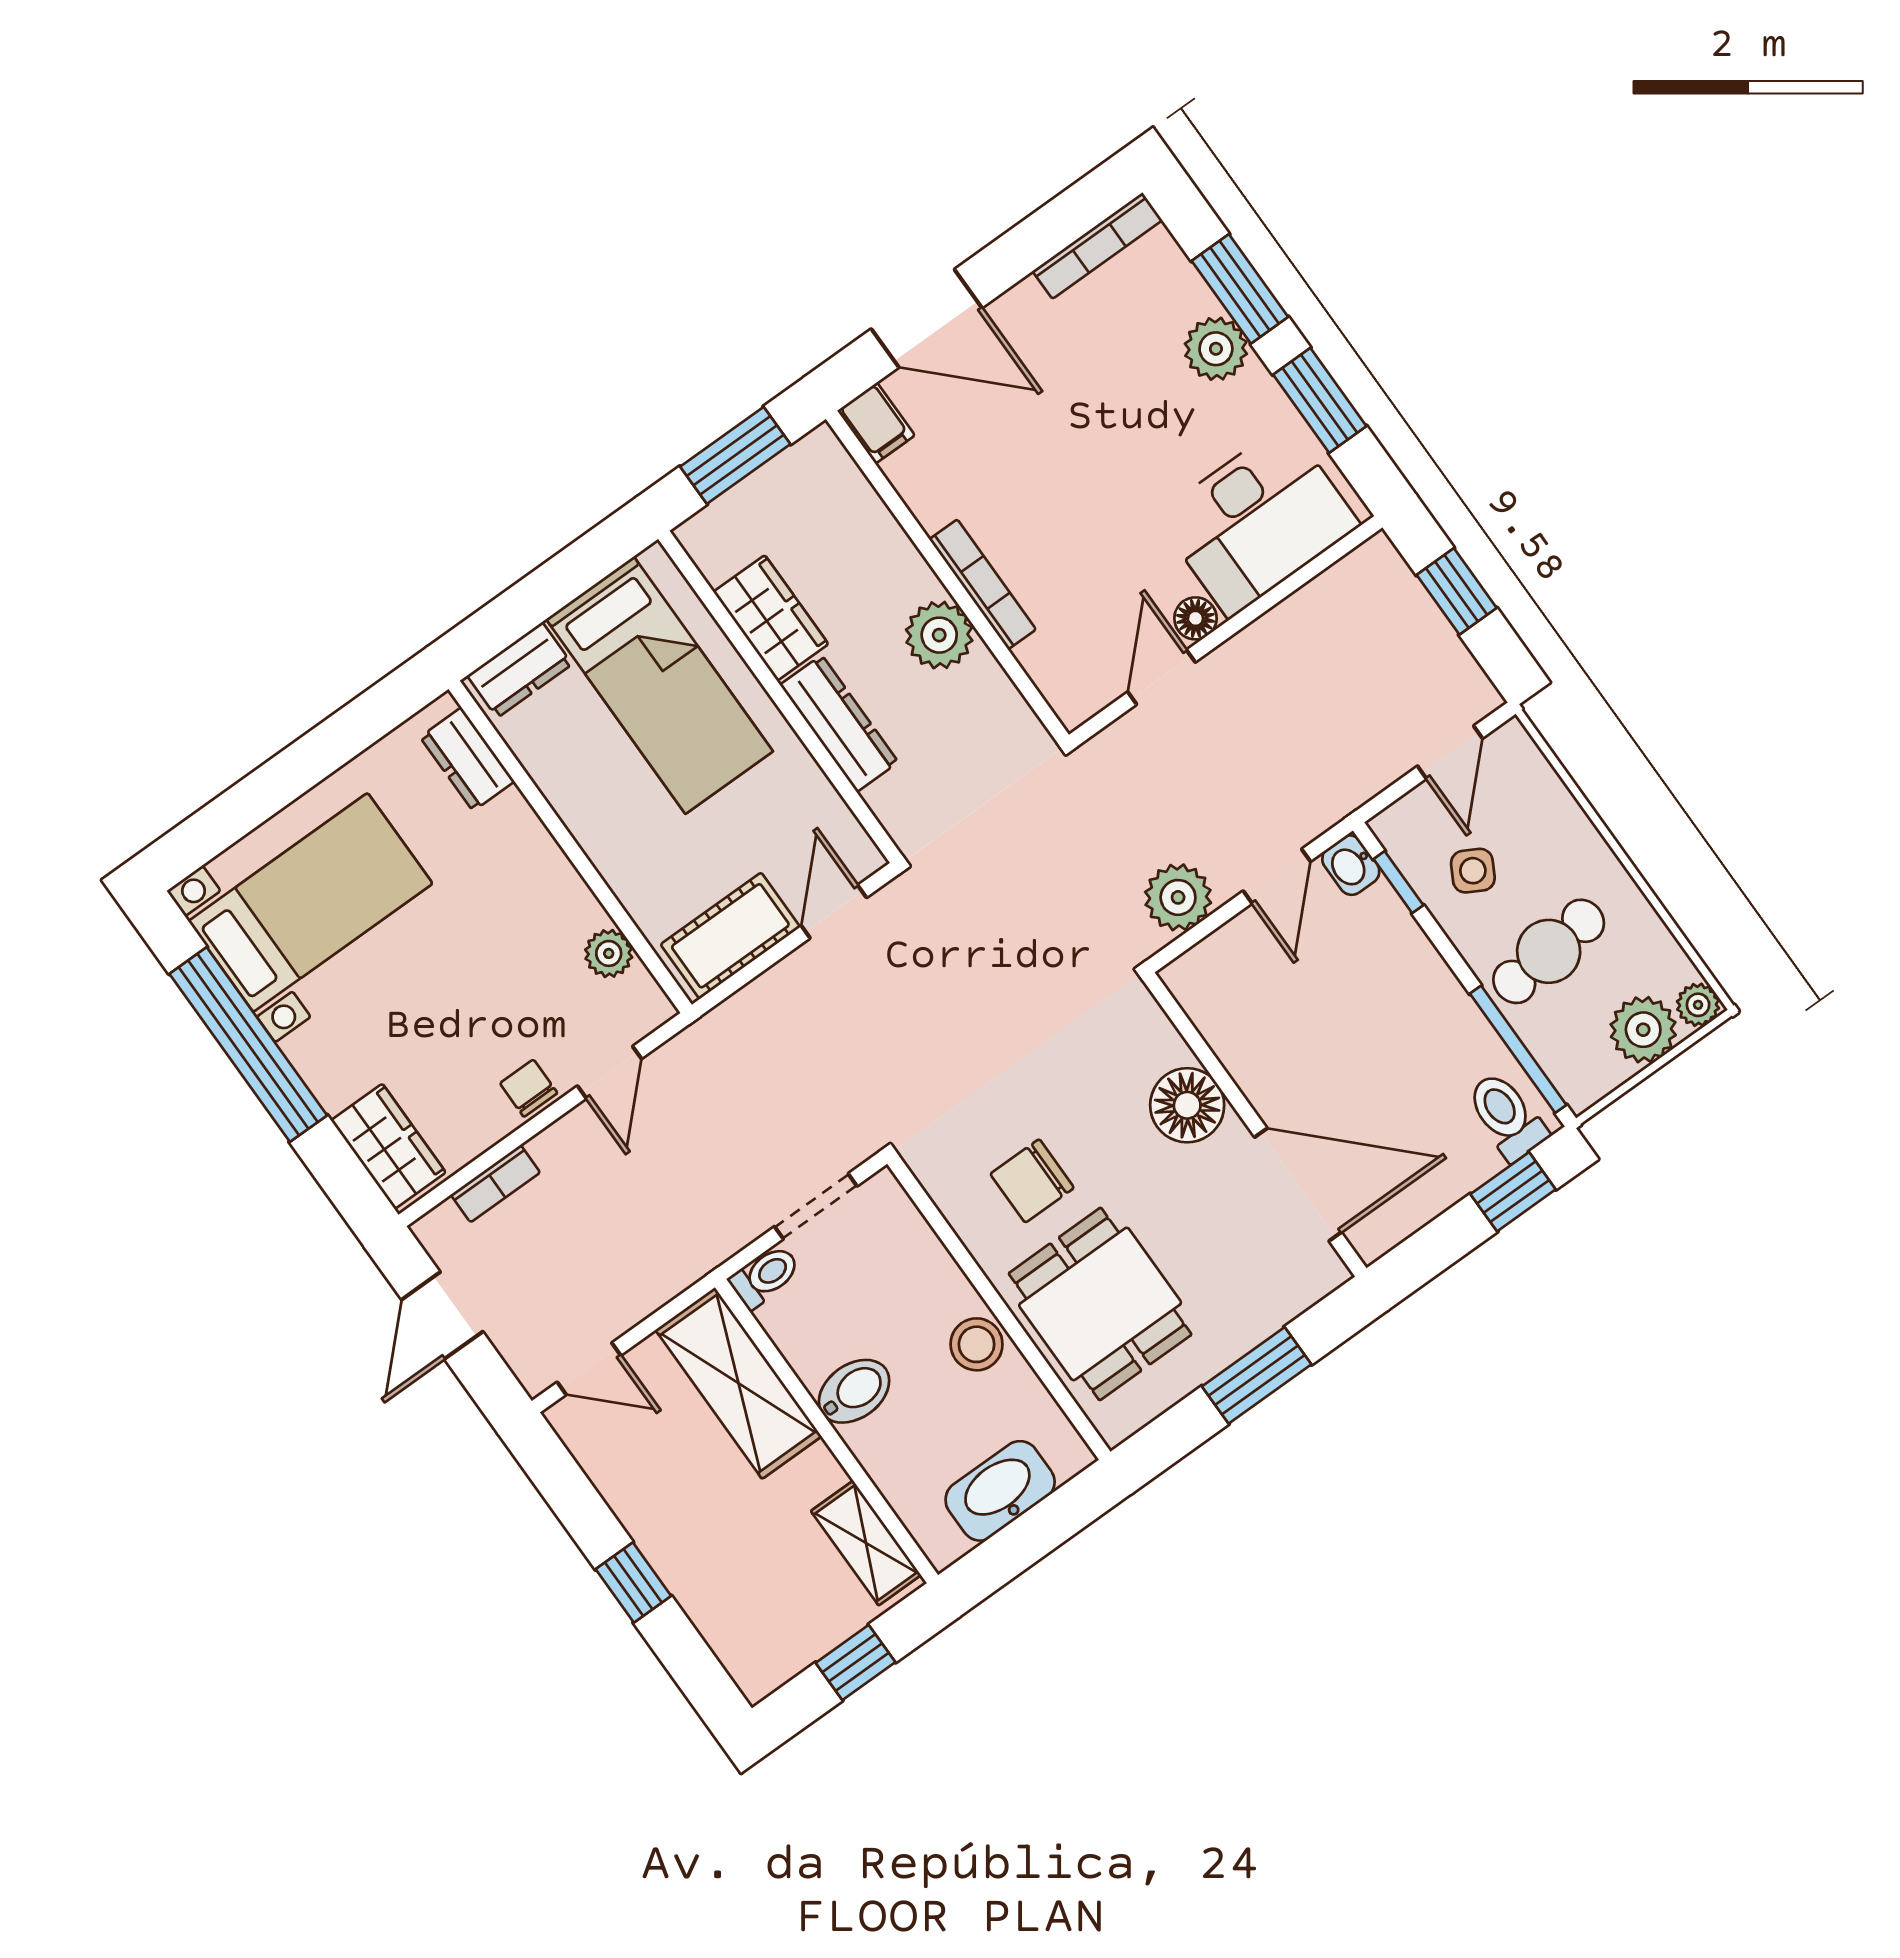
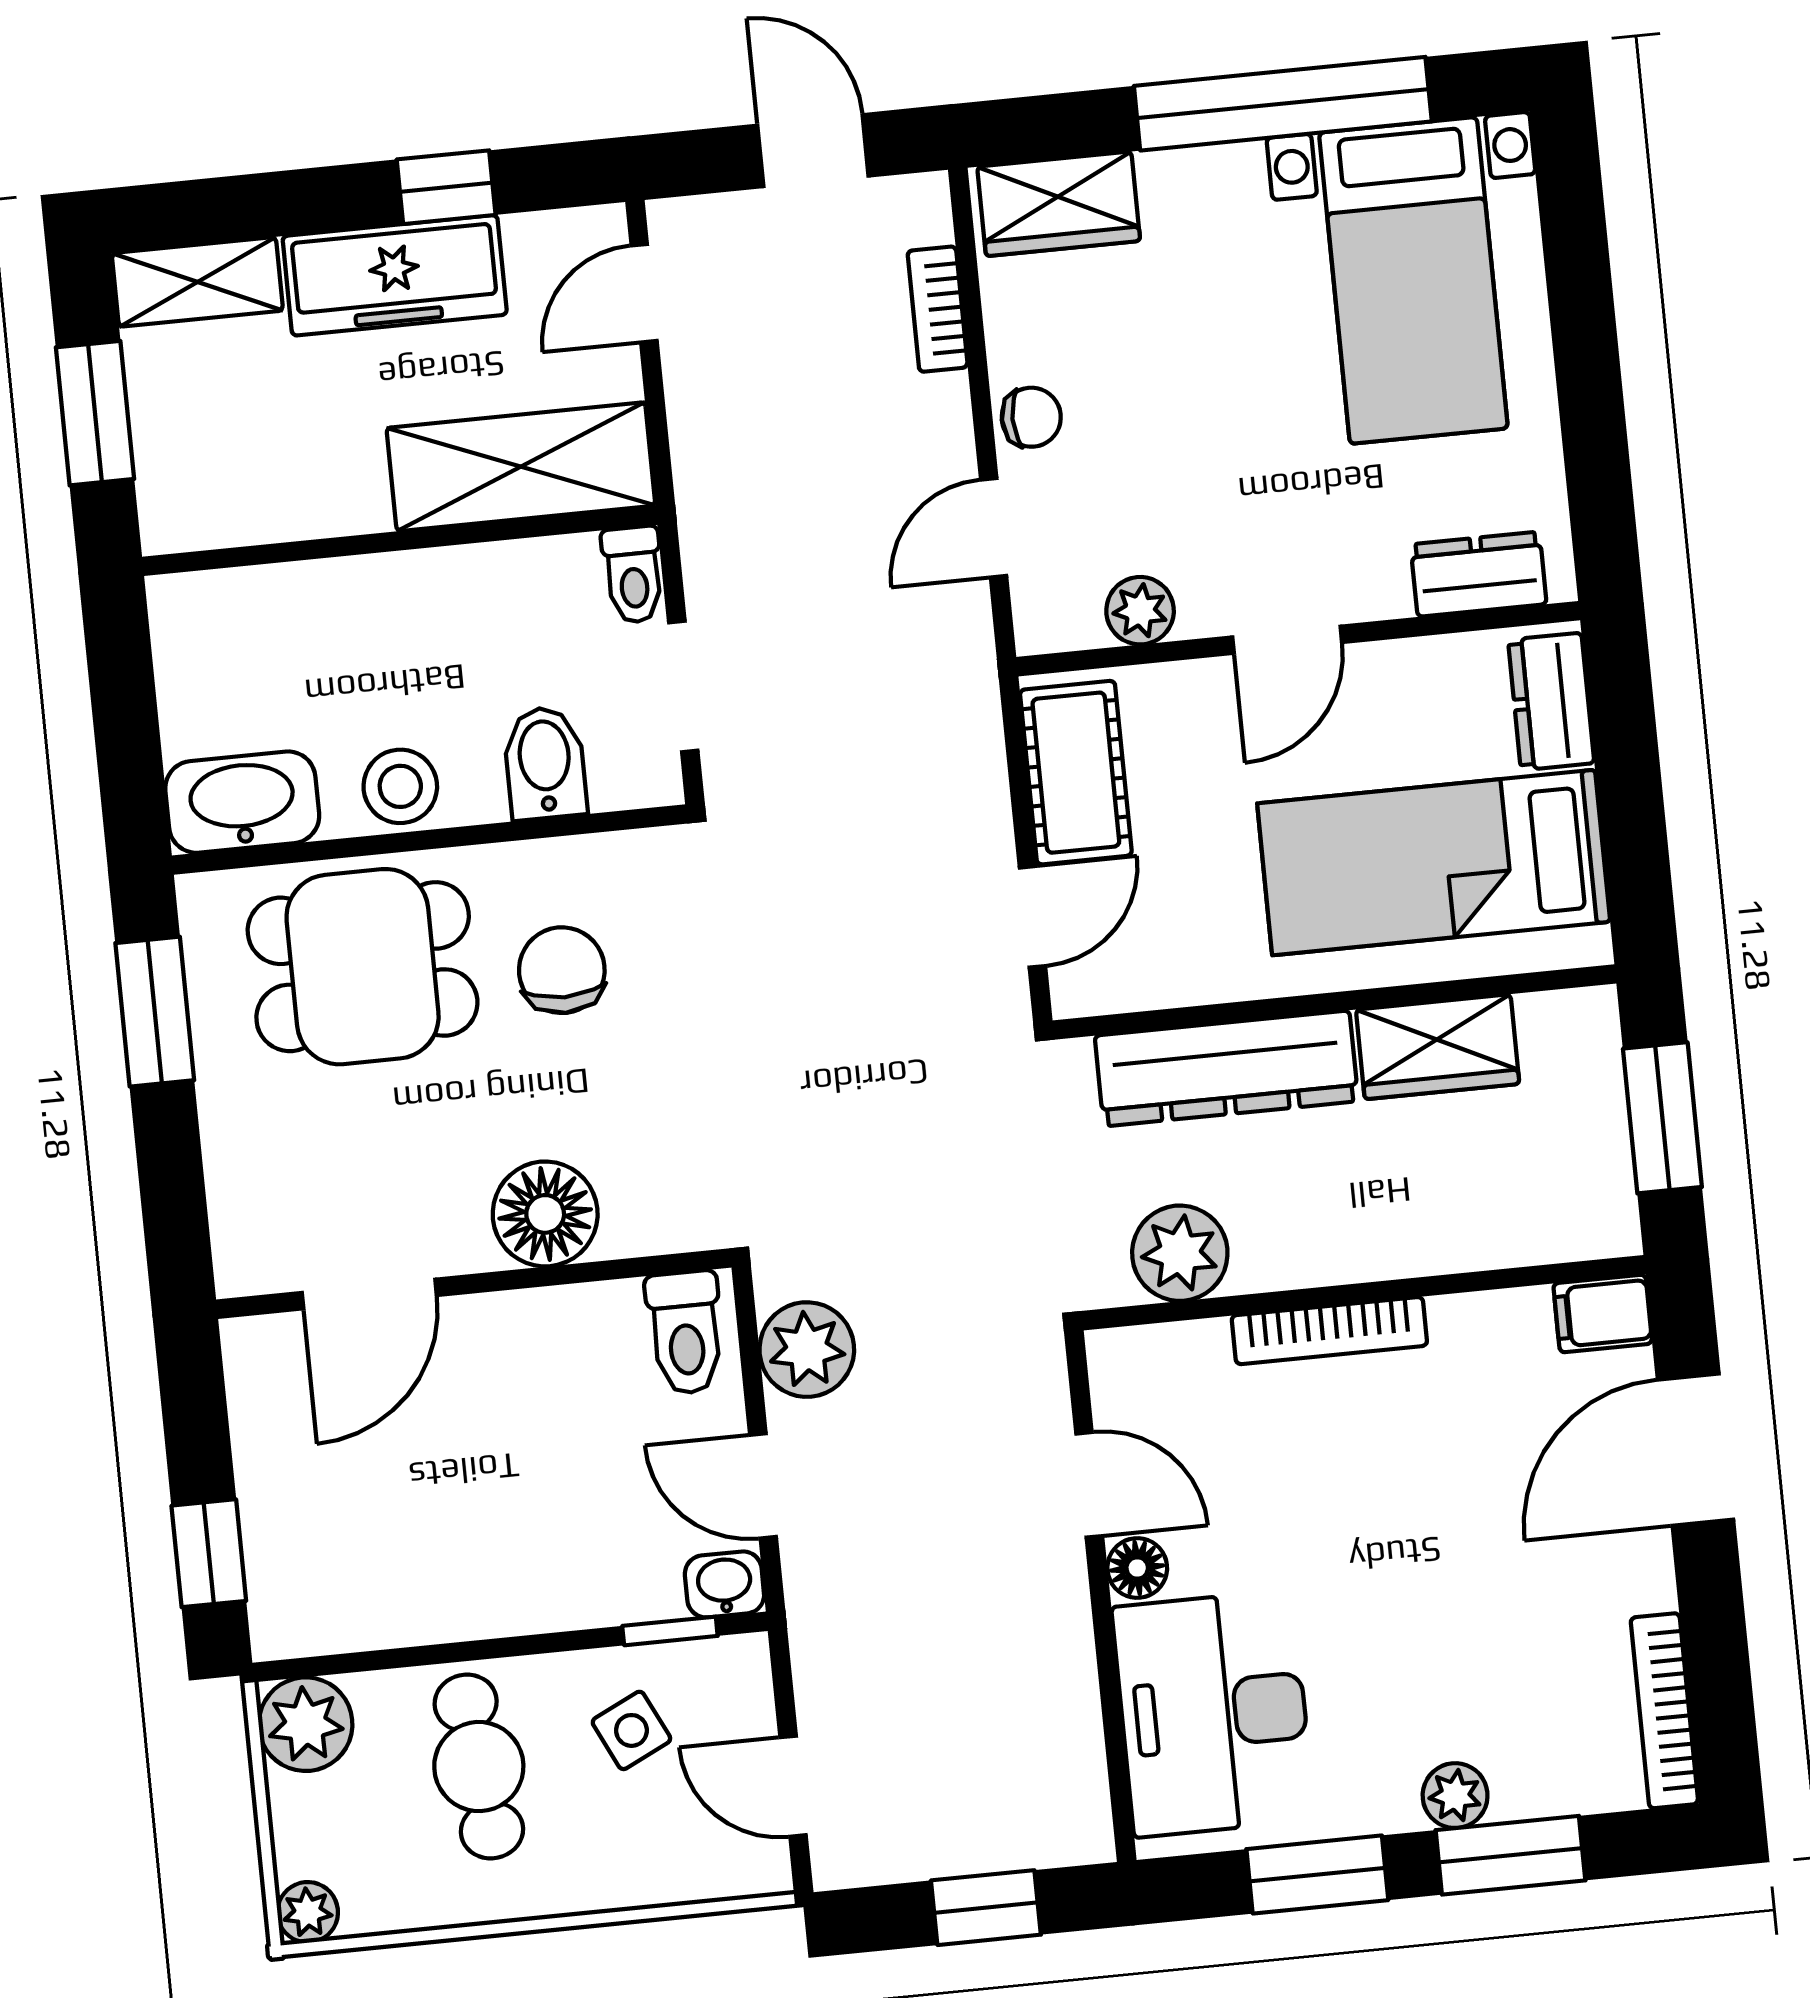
plant: (1216, 349) -> (1455, 1796), width x0.73, depth x0.73
plant: (939, 635) -> (1180, 1253), moved
dresser: (839, 724) -> (1227, 1068), width x1.37, depth x1.24
door: (575, 853) -> (1287, 640), added
side table: (1473, 871) -> (631, 1730), turned 35
door: (834, 912) -> (1032, 917), hinge flipped
plant: (1643, 1030) -> (306, 1724), moved
window: (1518, 1049) -> (380, 1660), removed
door: (609, 1072) -> (994, 528), hinge flipped
toilet: (1507, 1116) -> (685, 1333), moved, turned 90
door: (1298, 1185) -> (369, 1294), width x0.73
window: (1257, 1375) -> (155, 1012), moved
bidet: (854, 1391) -> (545, 763), moved, turned 180
washbasin: (1000, 1491) -> (242, 802), moved, turned -90
freezer: (666, 1528) -> (395, 275), added
shelving: (866, 1543) -> (197, 282), moved
window: (633, 1583) -> (446, 187), moved
window: (856, 1662) -> (95, 413), width x1.50

